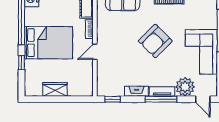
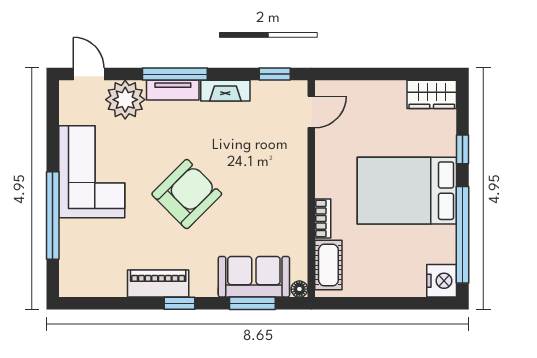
door: (95, 52) -> (311, 112), moved
wardrobe: (55, 89) -> (432, 94), moved

